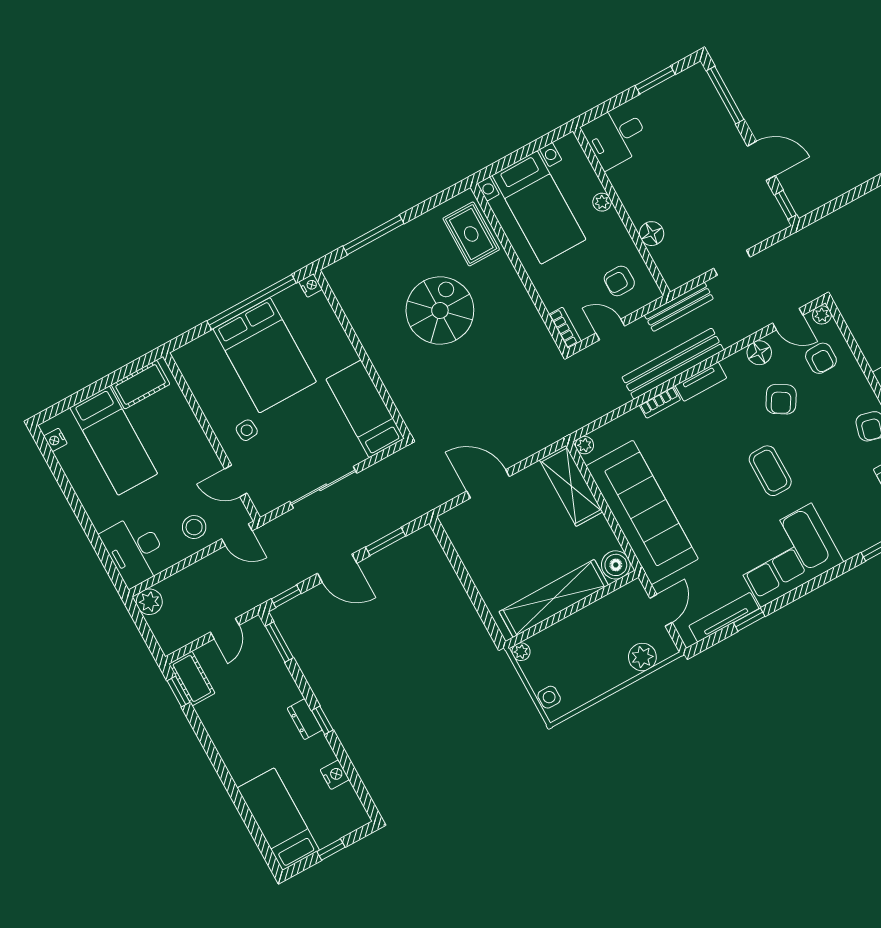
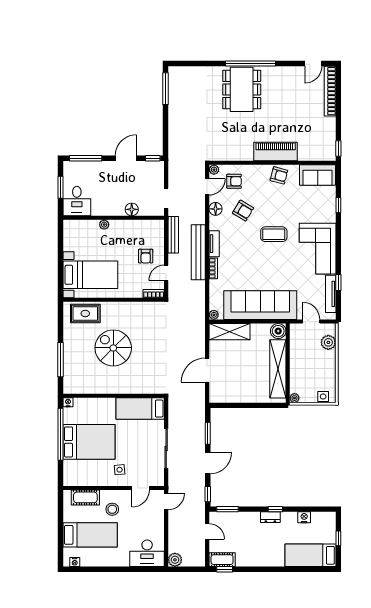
desk: (616, 136) -> (77, 201), moved
plant: (602, 202) -> (104, 225), moved
wall: (622, 212) -> (114, 218), moved
floor lamp: (652, 234) -> (132, 209), moved
cot: (141, 384) -> (85, 497), moved, turned 90
stool: (194, 527) -> (112, 509), moved

